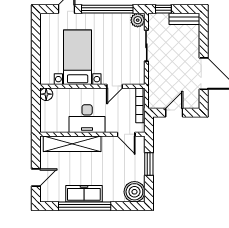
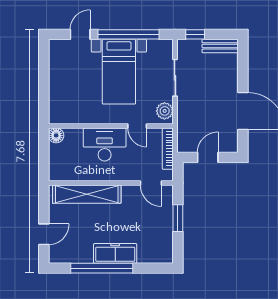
plant: (138, 20) -> (165, 111), moved
bed with nightstands: (78, 57) -> (119, 72), moved, turned 180
door: (115, 86) -> (137, 126), hinge flipped
desk: (87, 119) -> (105, 144), moved, turned 180
boiler: (134, 192) -> (161, 251), removed
freezer: (84, 194) -> (115, 253), moved

